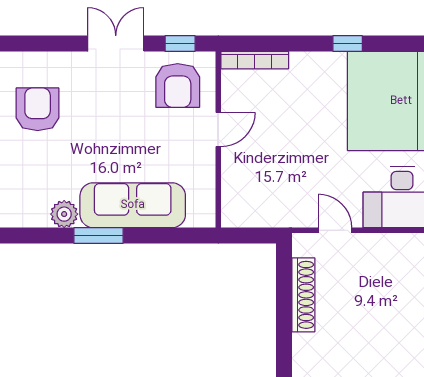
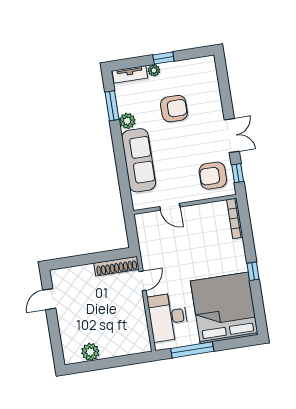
armchair: (38, 109) -> (174, 109), moved
door: (218, 129) -> (170, 207), moved
window: (99, 236) -> (112, 106), moved
shoe rack: (303, 295) -> (116, 266), moved

